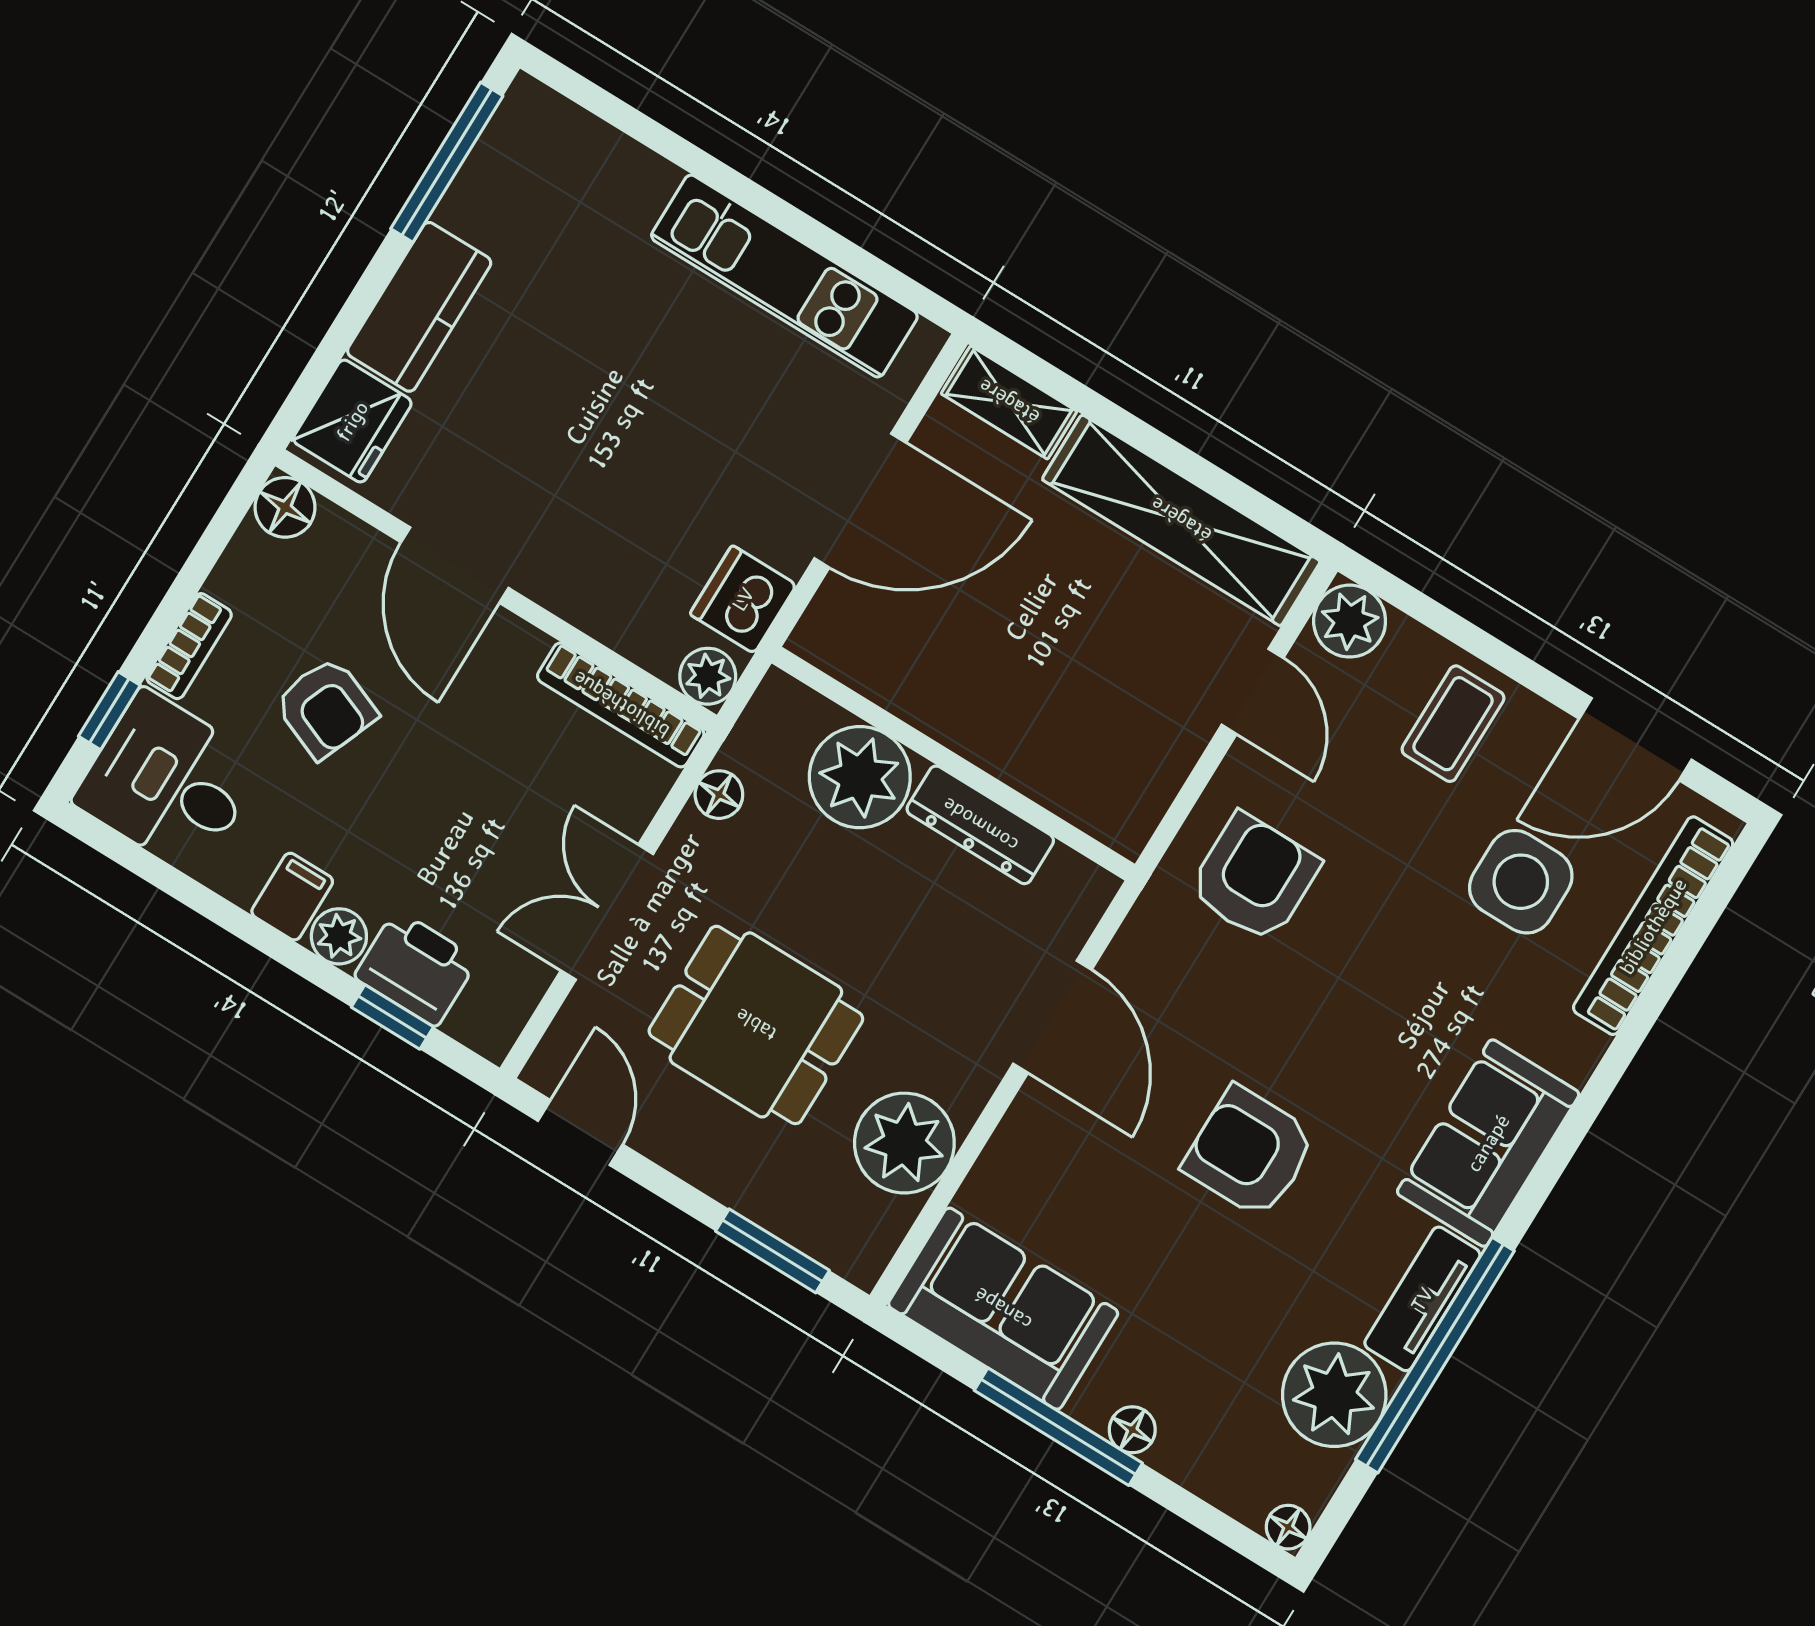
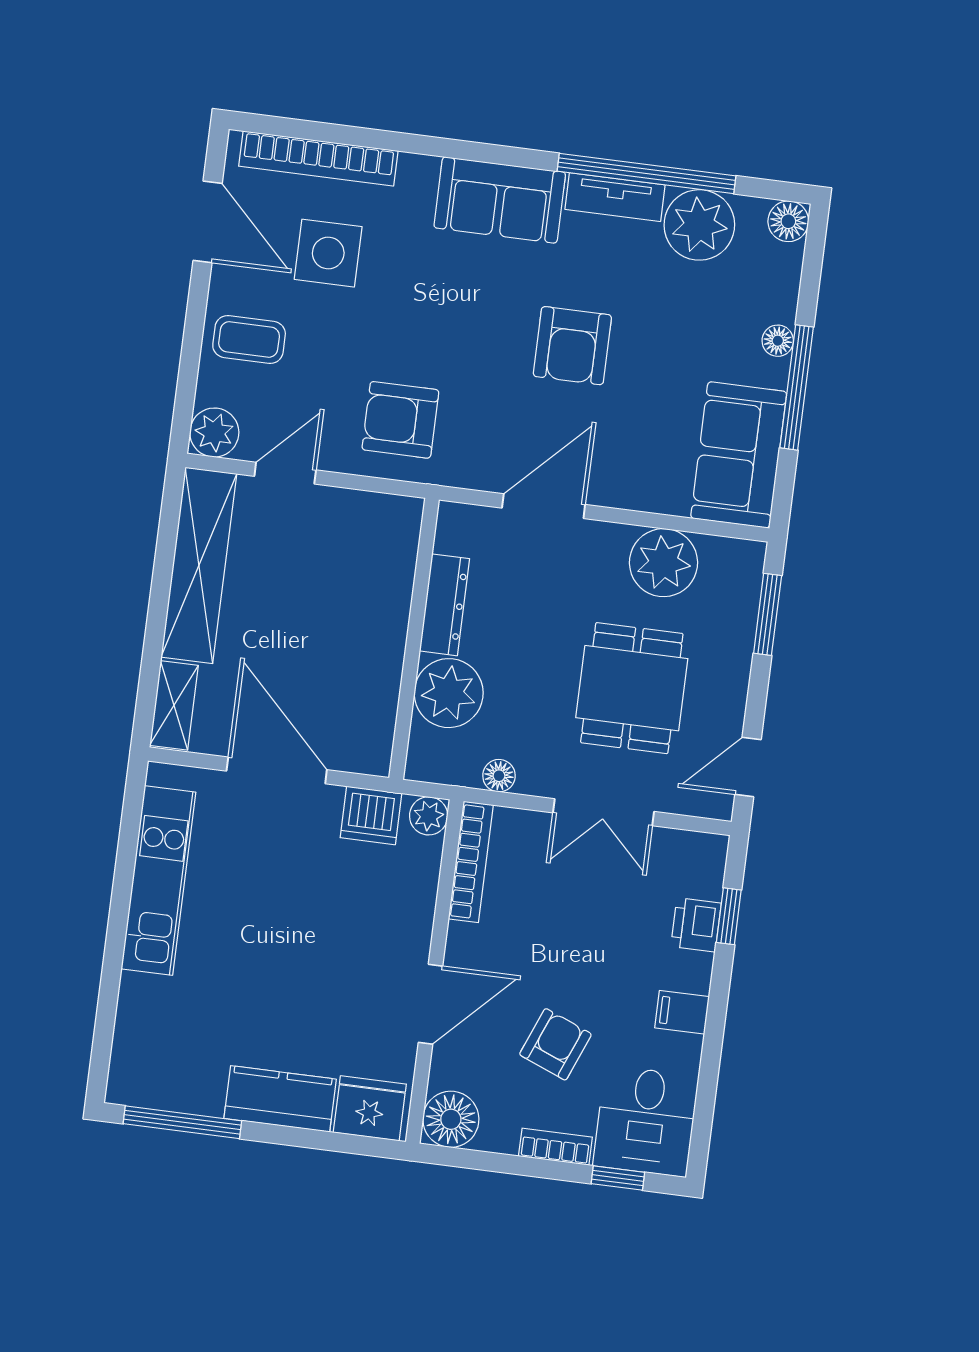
floor lamp: (285, 507) -> (451, 1119), width x1.38, depth x1.38
plant: (339, 936) -> (694, 972), removed
printer: (416, 968) -> (696, 925), width x0.73, depth x0.81
floor lamp: (1288, 1527) -> (788, 221), width x1.37, depth x1.37

